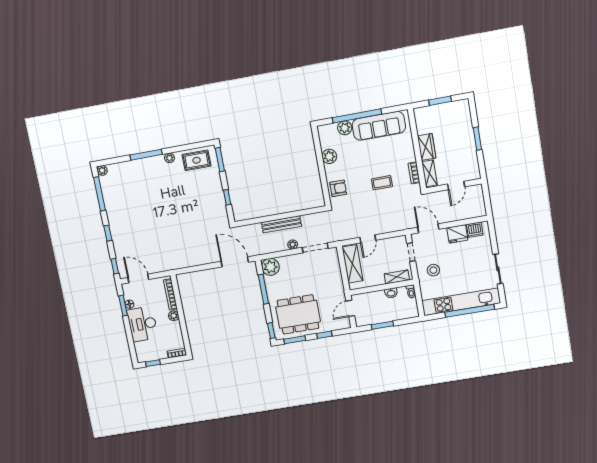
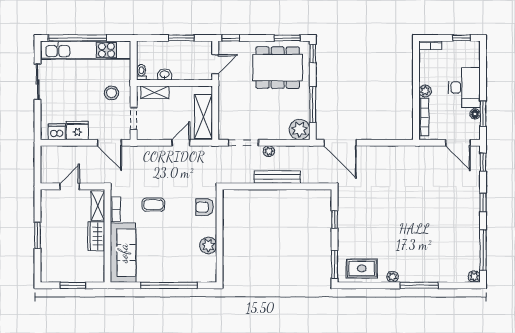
sofa: (379, 126) -> (123, 253), moved, turned 90
plant: (345, 128) -> (185, 274), removed
window: (324, 335) -> (231, 38), moved

